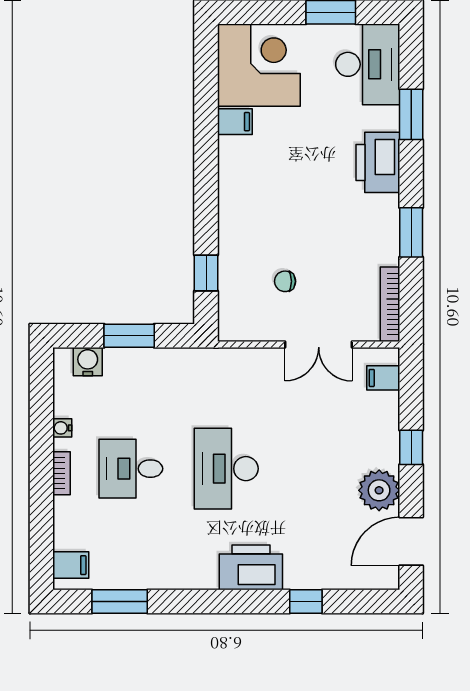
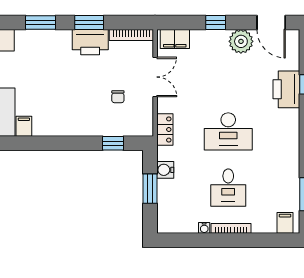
window: (411, 114) -> (40, 23), moved
printer: (378, 162) -> (90, 42), moved
locker: (229, 361) -> (165, 129), added
water cooler: (88, 362) -> (165, 170), moved
filing cabinet: (383, 378) -> (175, 39), width x2.00
bookcase: (62, 473) -> (231, 228), width x1.56
printer: (251, 567) -> (286, 89), moved

